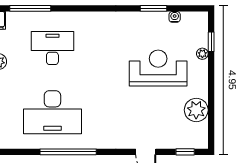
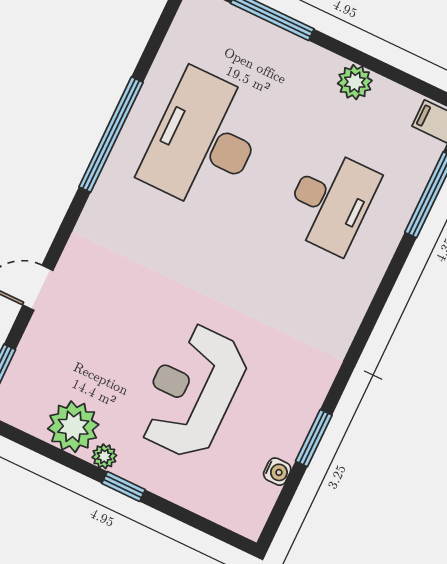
window: (211, 42) -> (123, 487), moved
plant: (202, 54) -> (104, 456), moved
reception desk: (158, 68) -> (192, 391), turned 180

